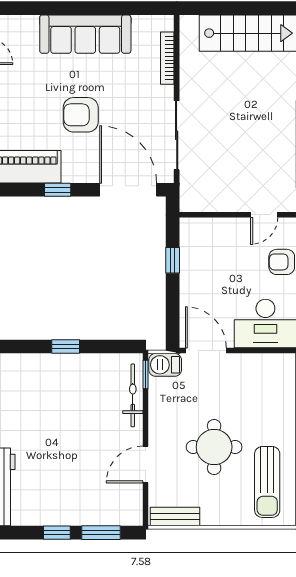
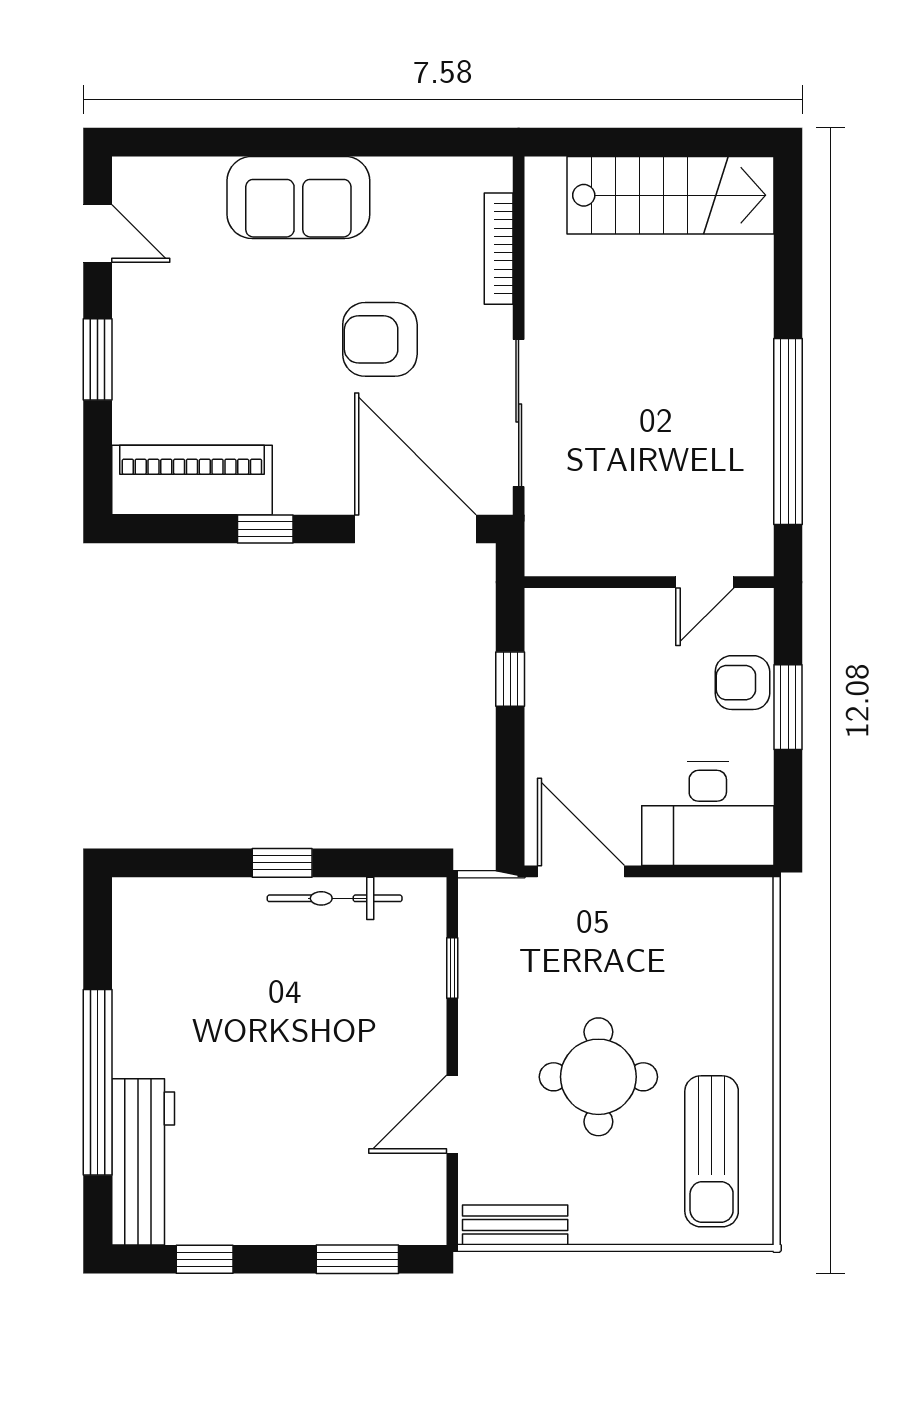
sofa: (85, 34) -> (298, 197), width x0.73
armchair: (81, 115) -> (380, 339), moved
barbecue: (165, 365) -> (494, 902), removed
window: (145, 375) -> (452, 968), moved
bicycle: (133, 395) -> (335, 898), moved, turned -90
window: (57, 533) -> (205, 1259), moved

